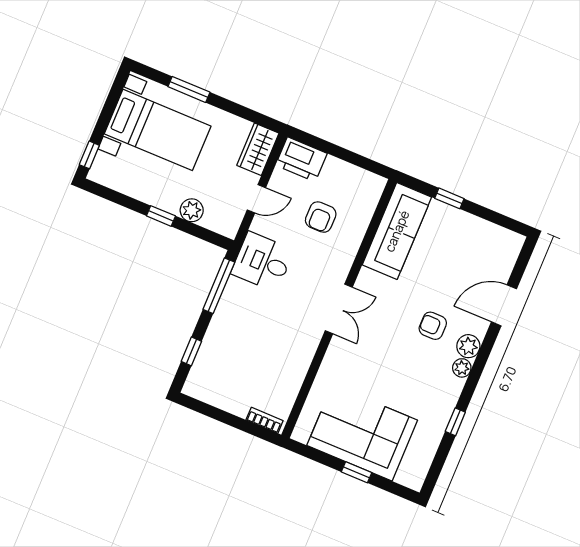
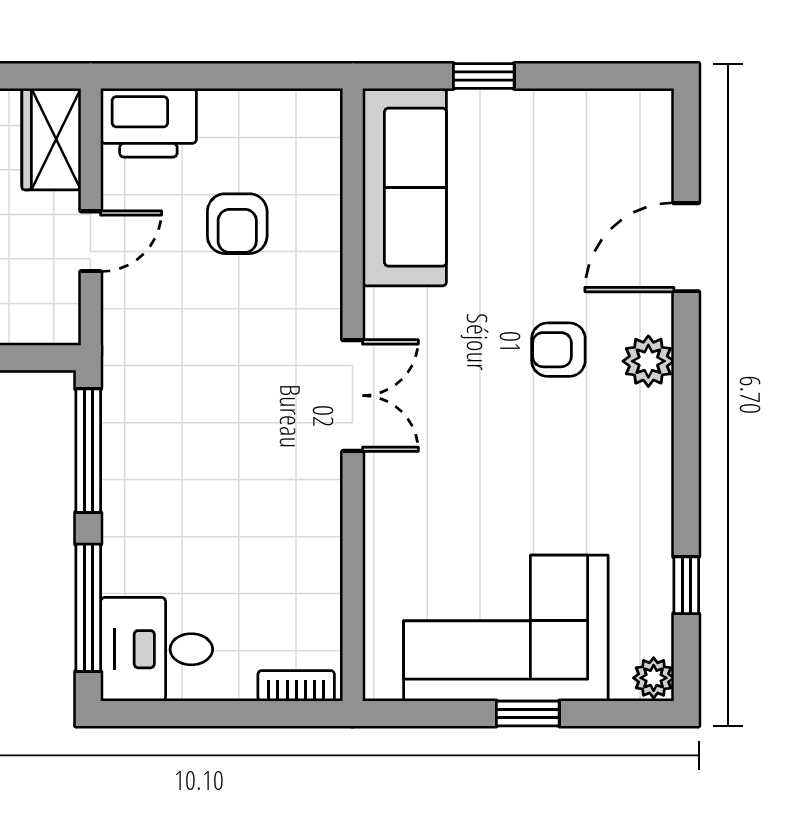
desk: (262, 262) -> (157, 649), moved
window: (191, 351) -> (88, 608), width x2.17
plant: (462, 368) -> (654, 678), moved
window: (455, 422) -> (686, 585), moved

